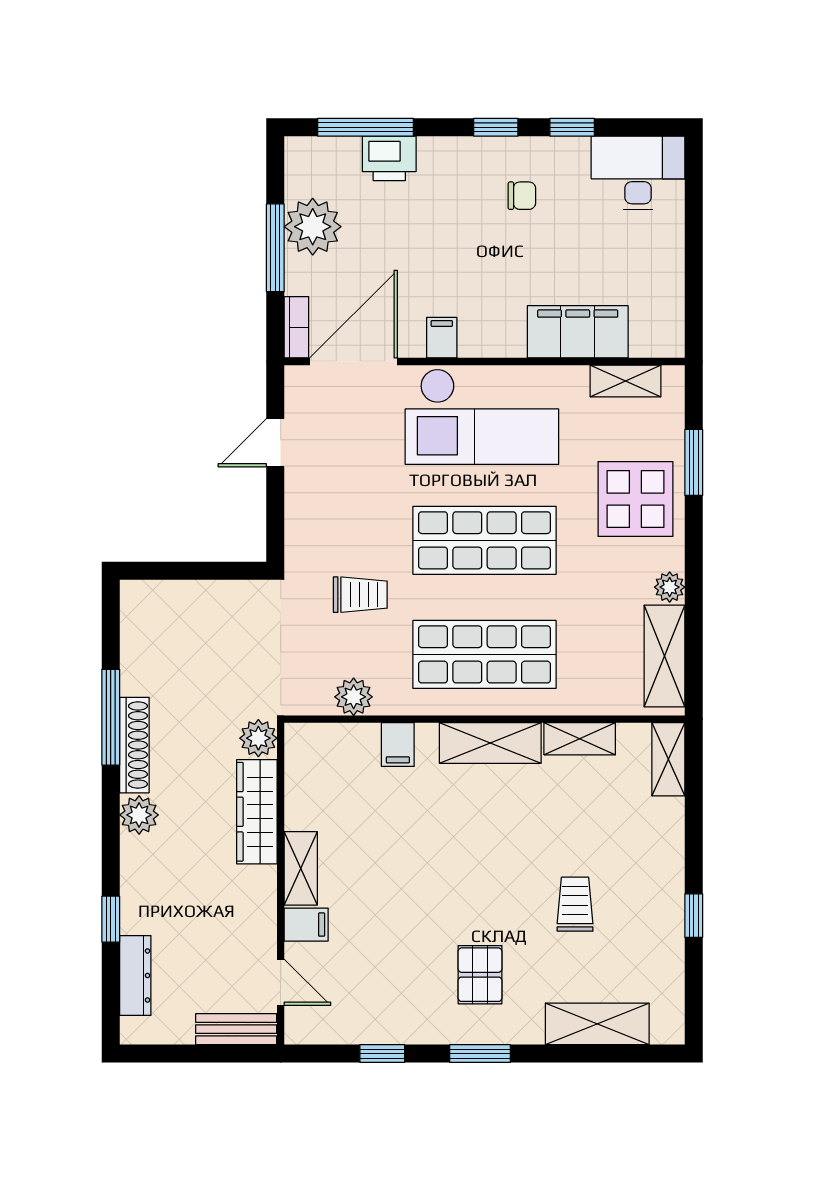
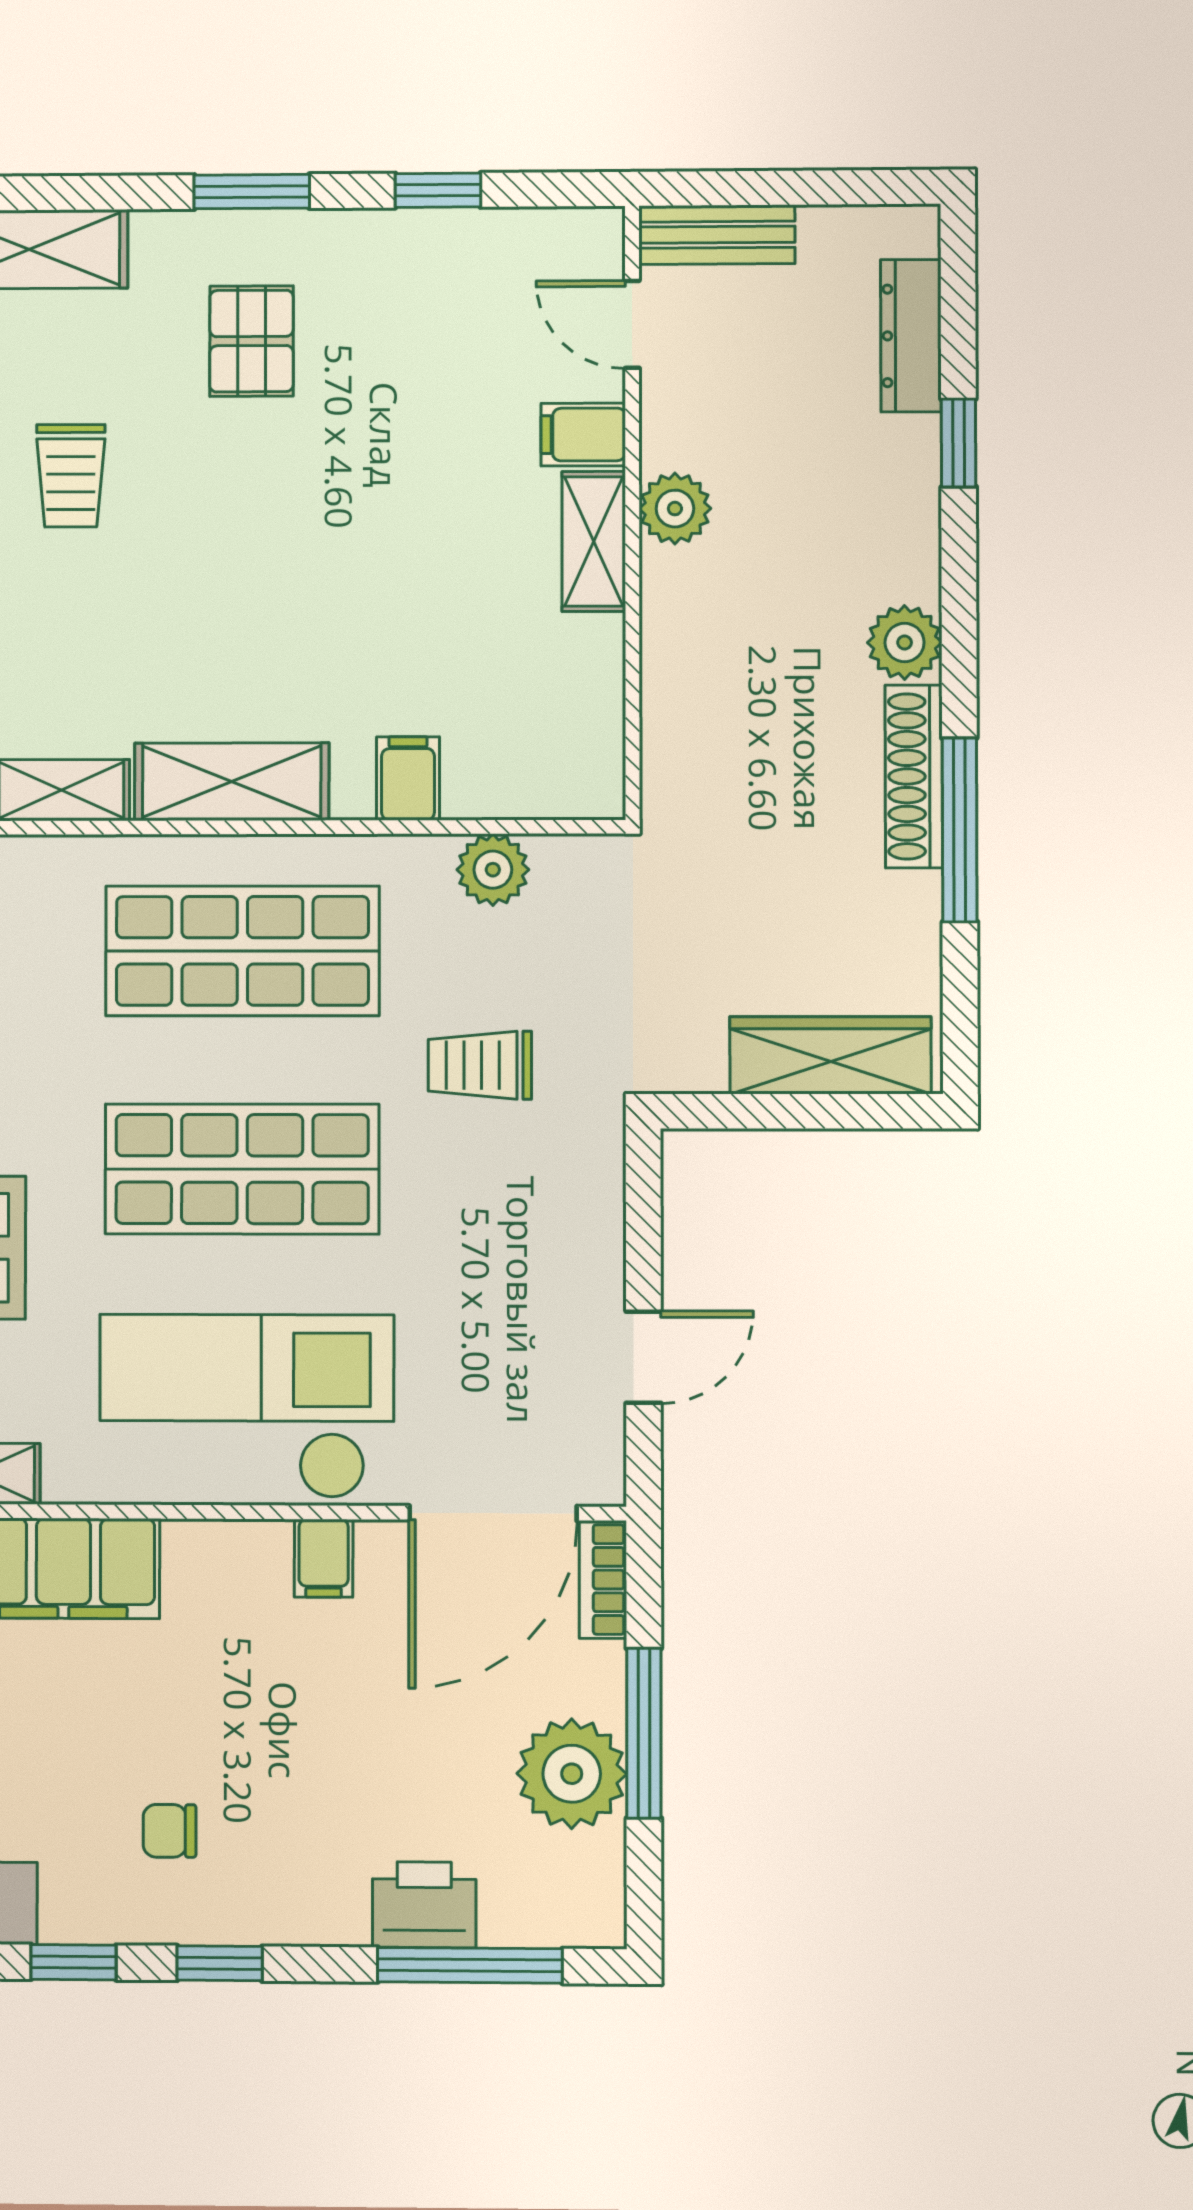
plant: (258, 738) -> (675, 509), moved
wardrobe: (257, 812) -> (830, 1055), moved, turned -90

